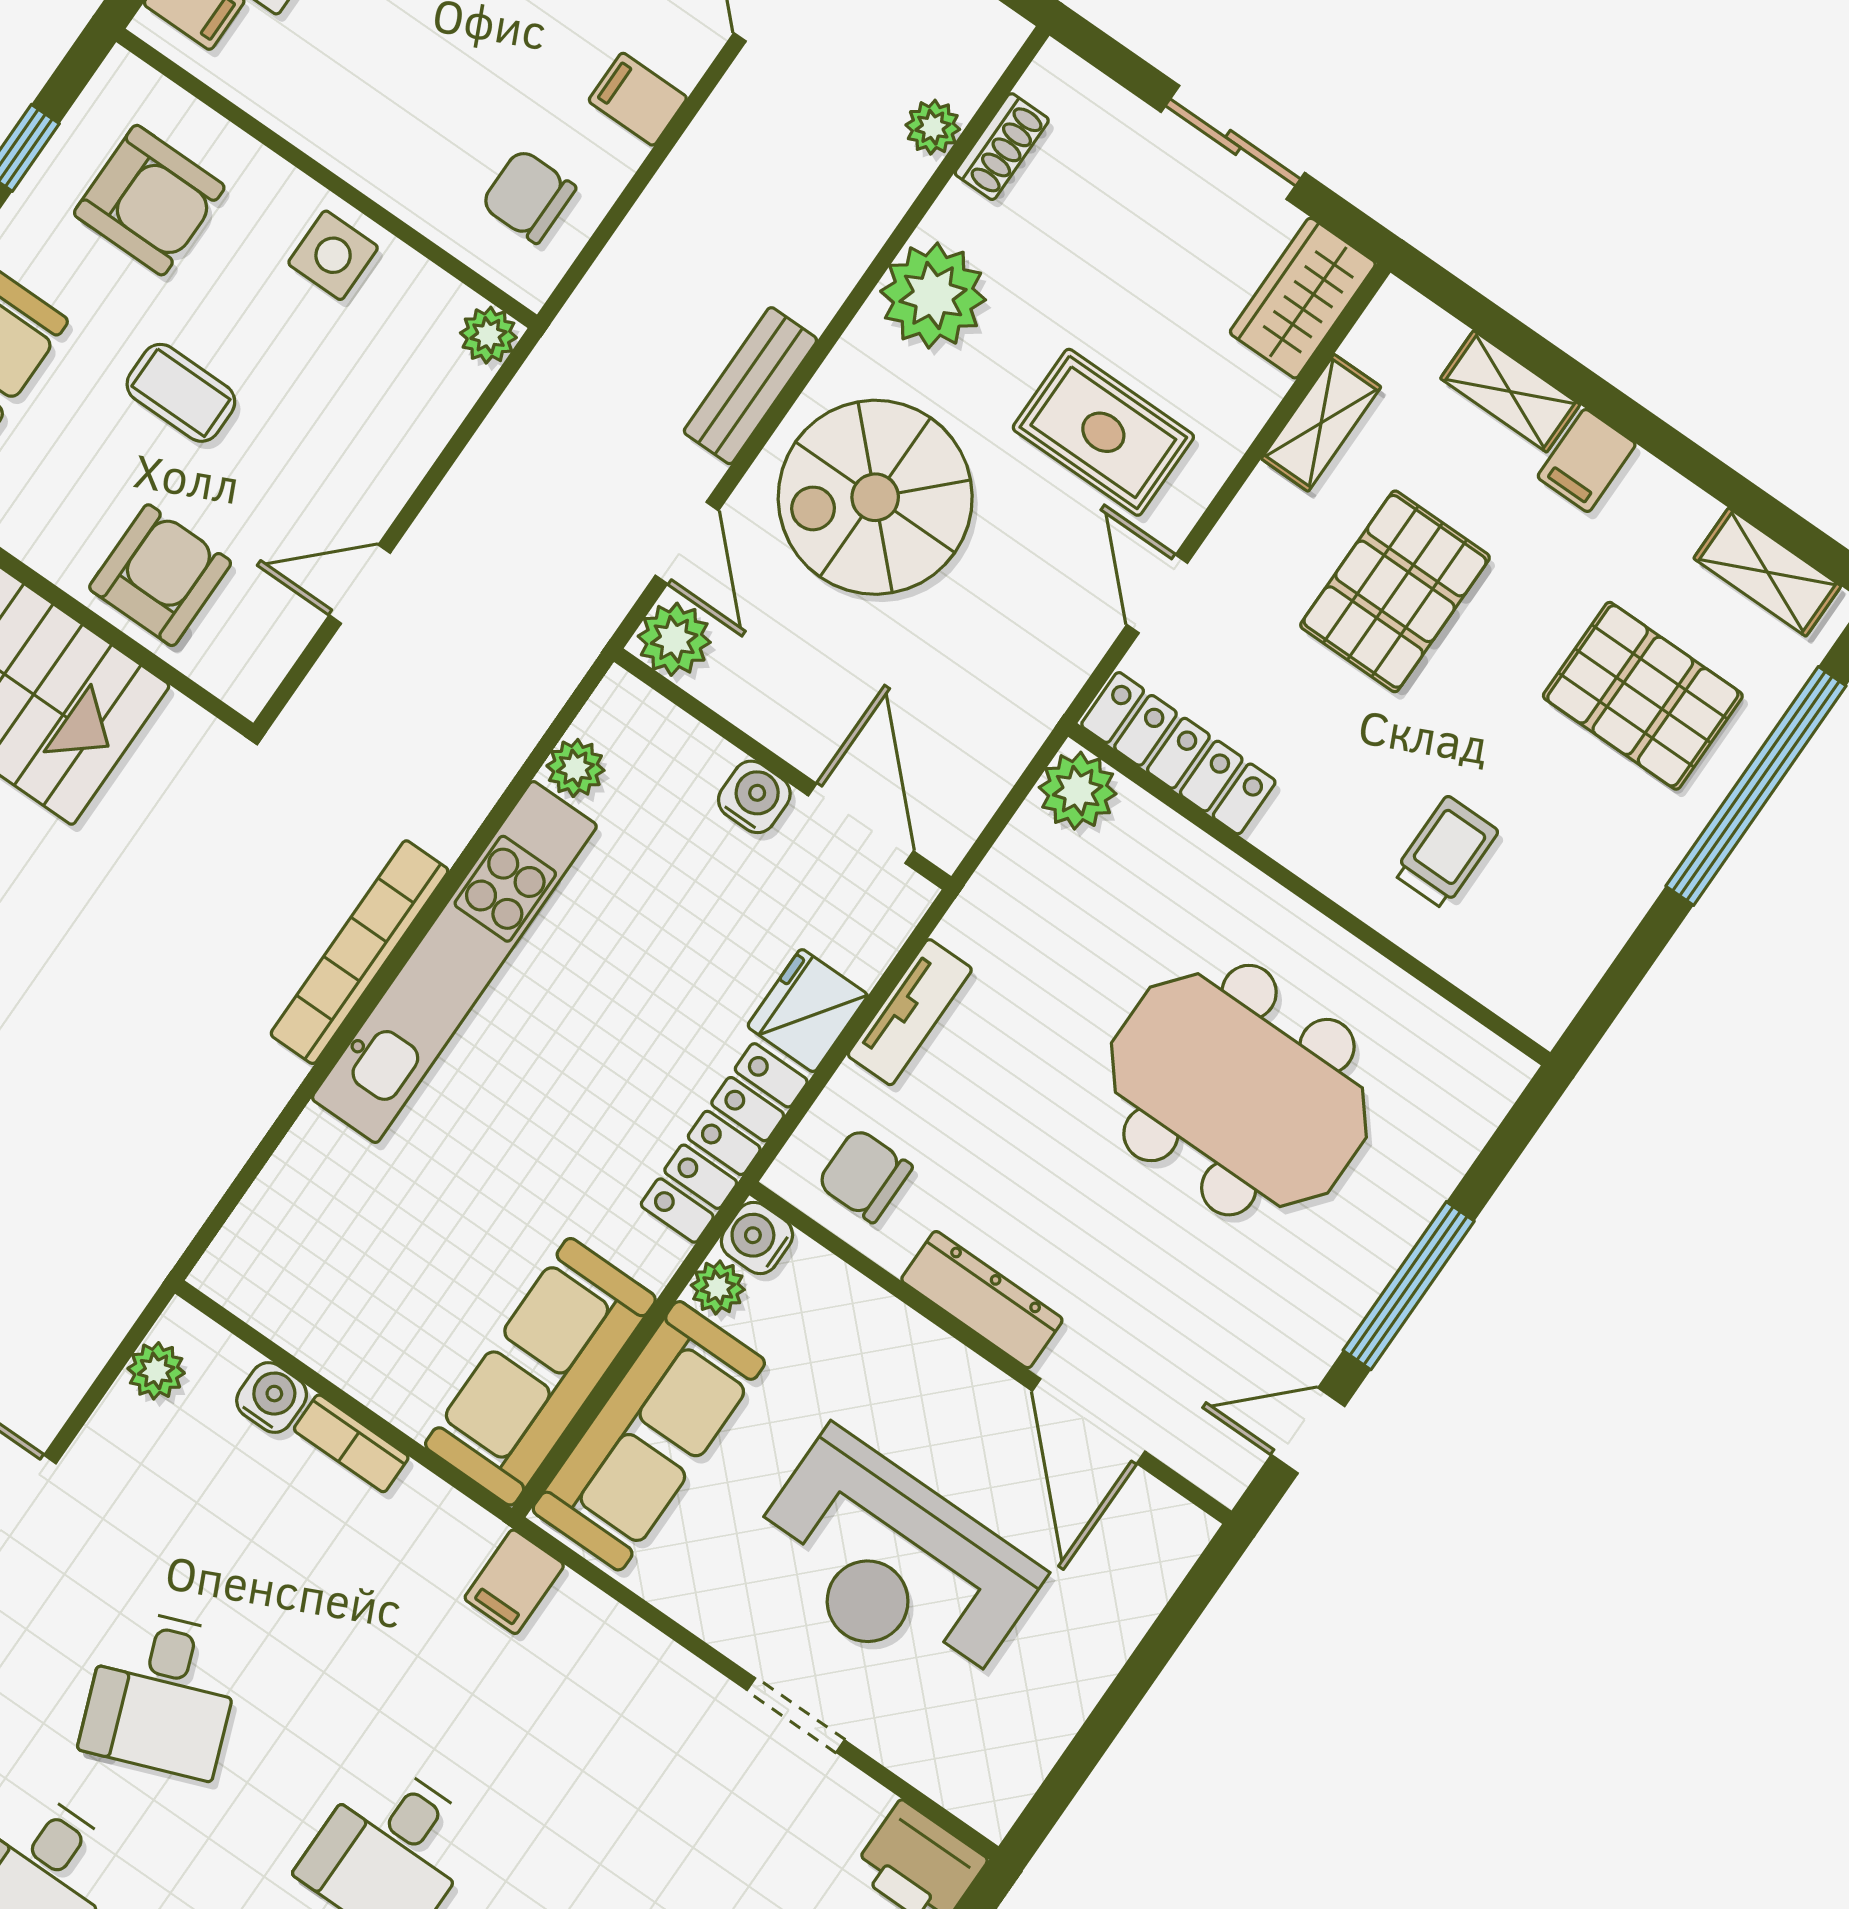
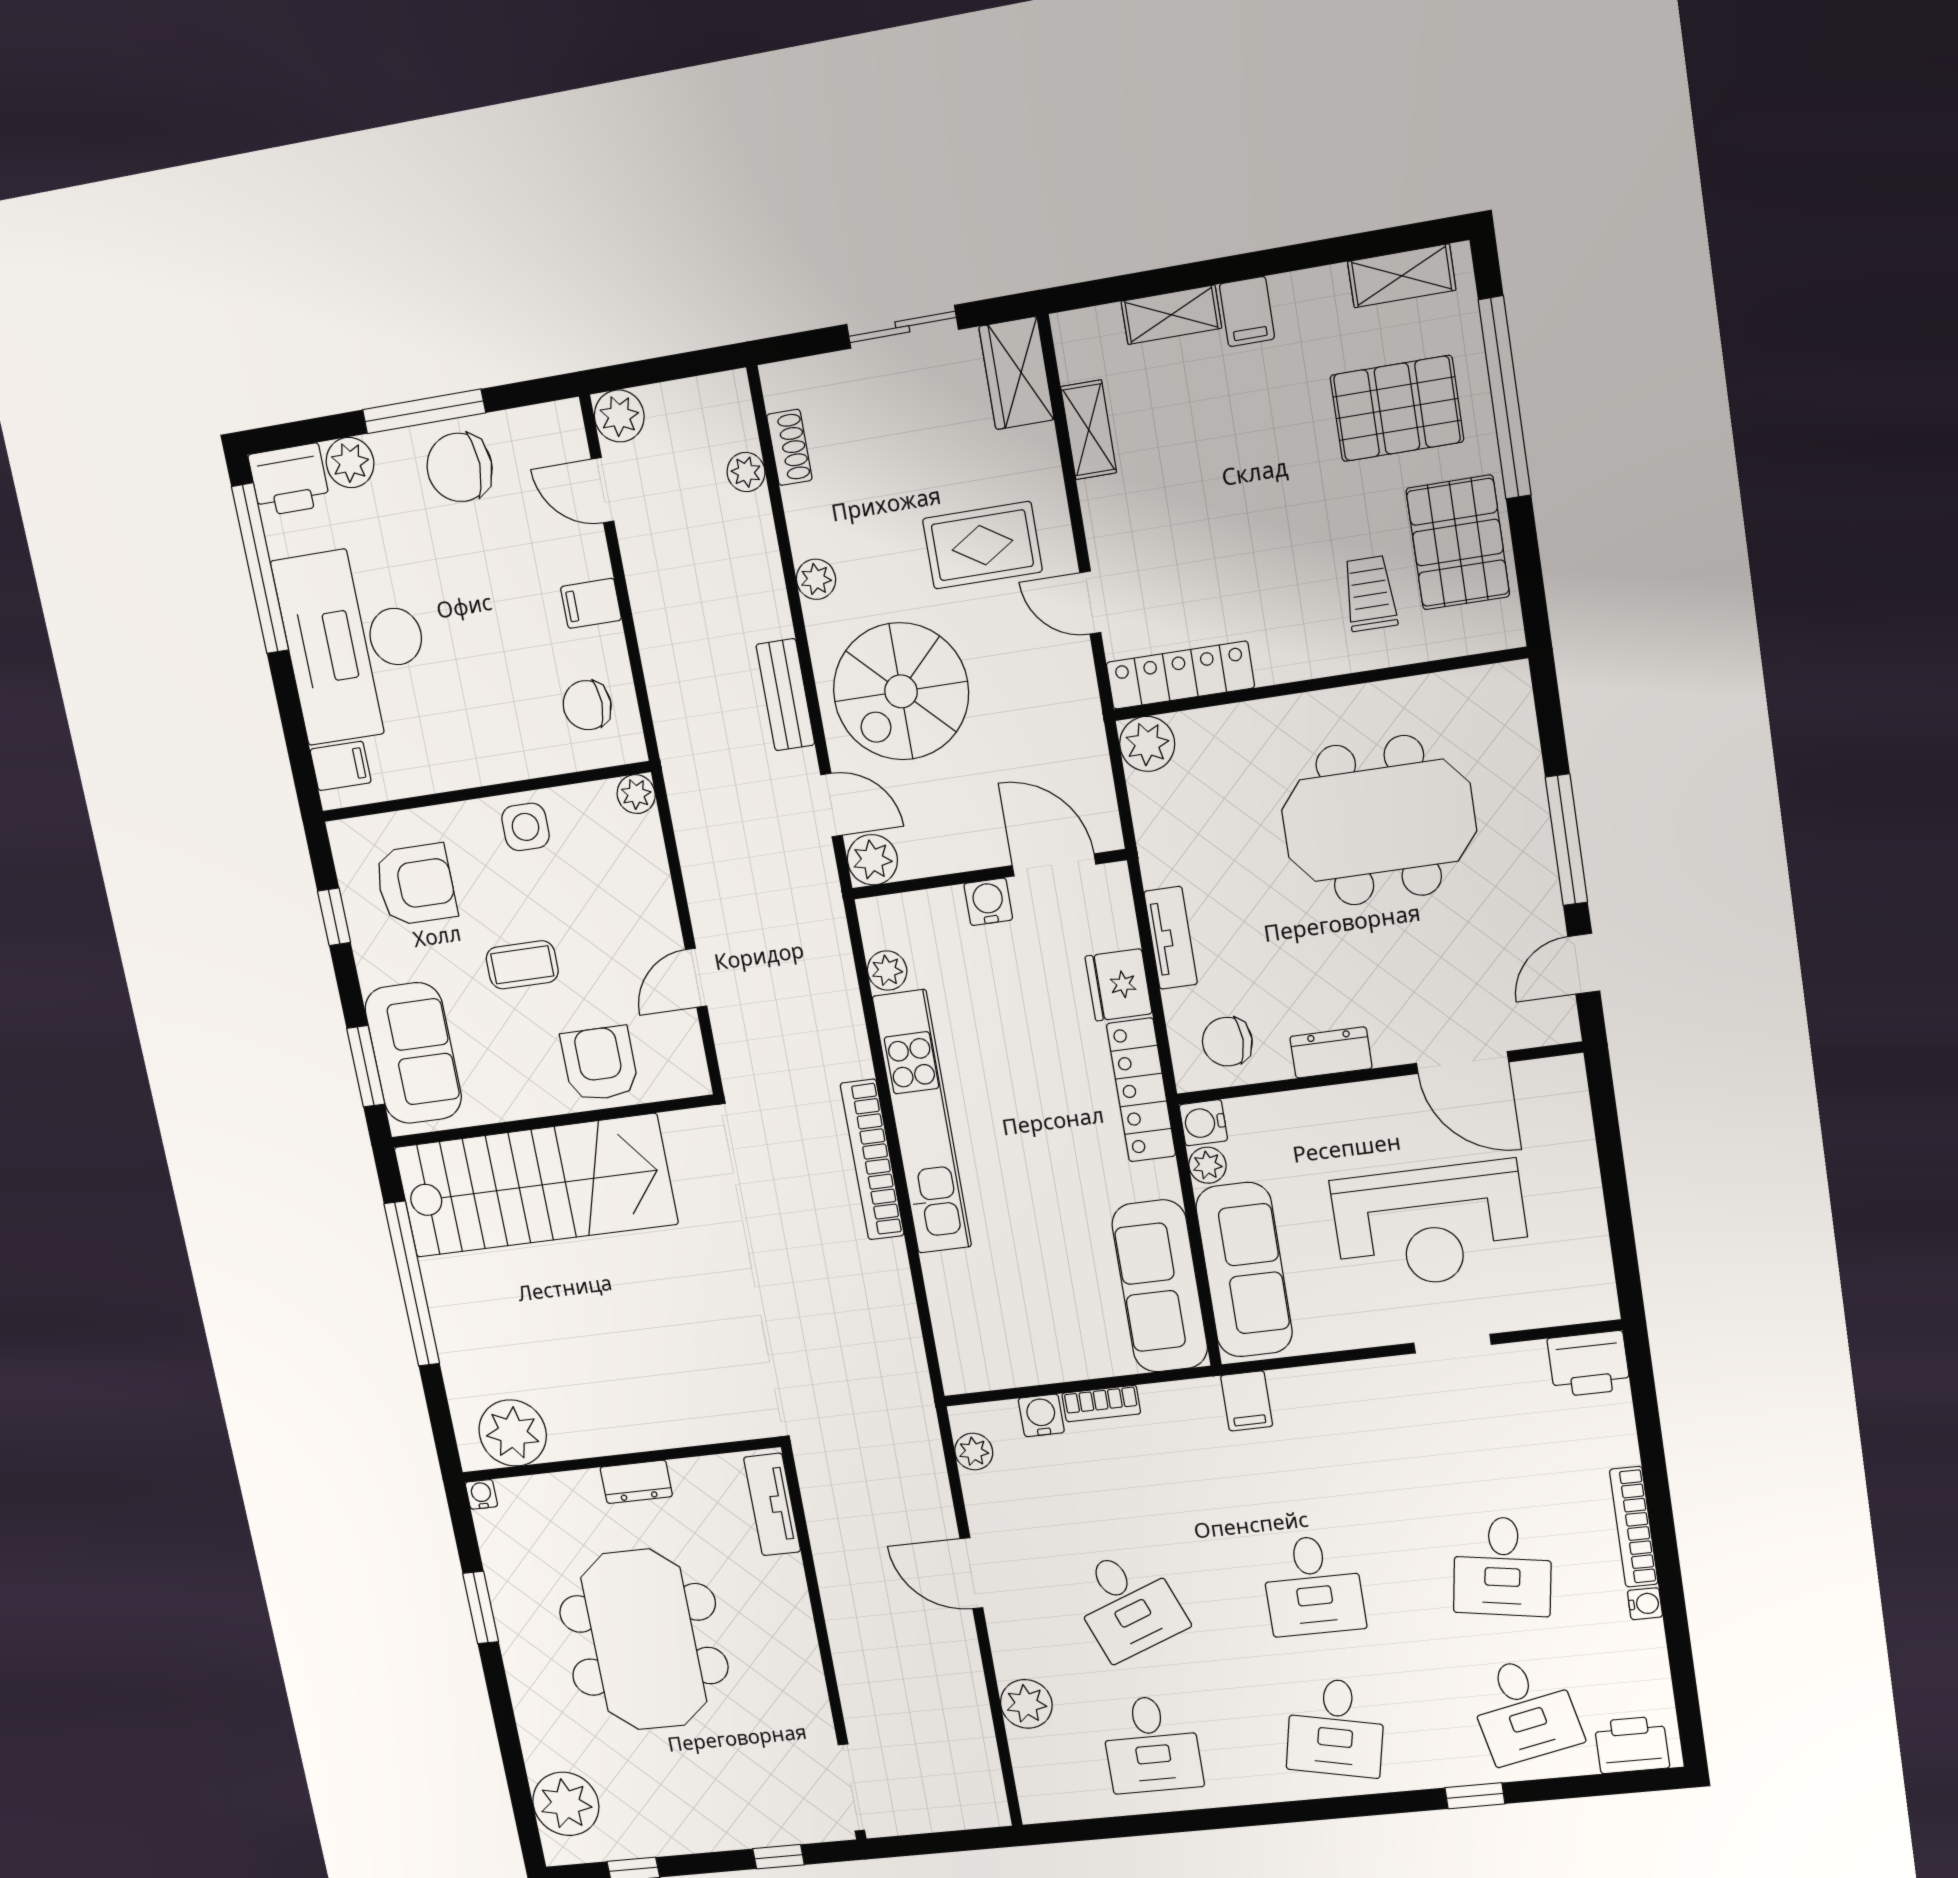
plant: (933, 296) -> (816, 579), width x0.53, depth x0.53
pallet: (1395, 591) -> (1458, 543), moved
dresser: (982, 1300) -> (1331, 1053), width x0.70

